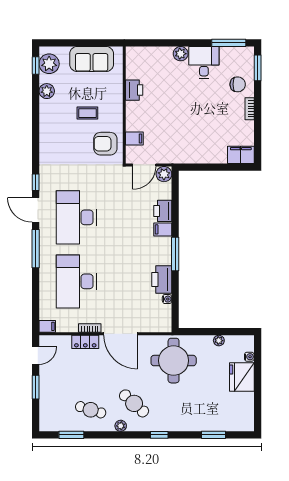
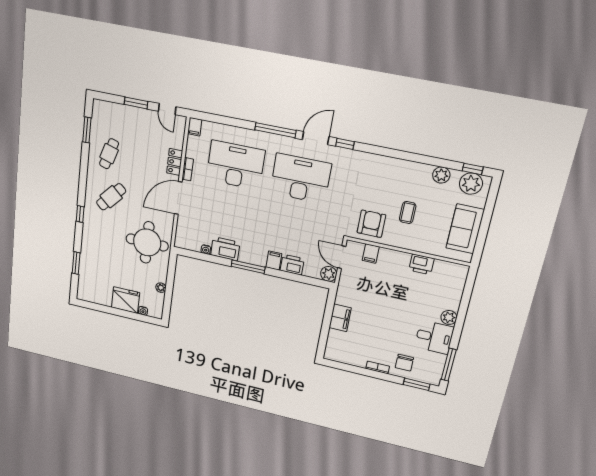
filing cabinet: (241, 155) -> (340, 318), moved
plant: (121, 426) -> (91, 180), removed

